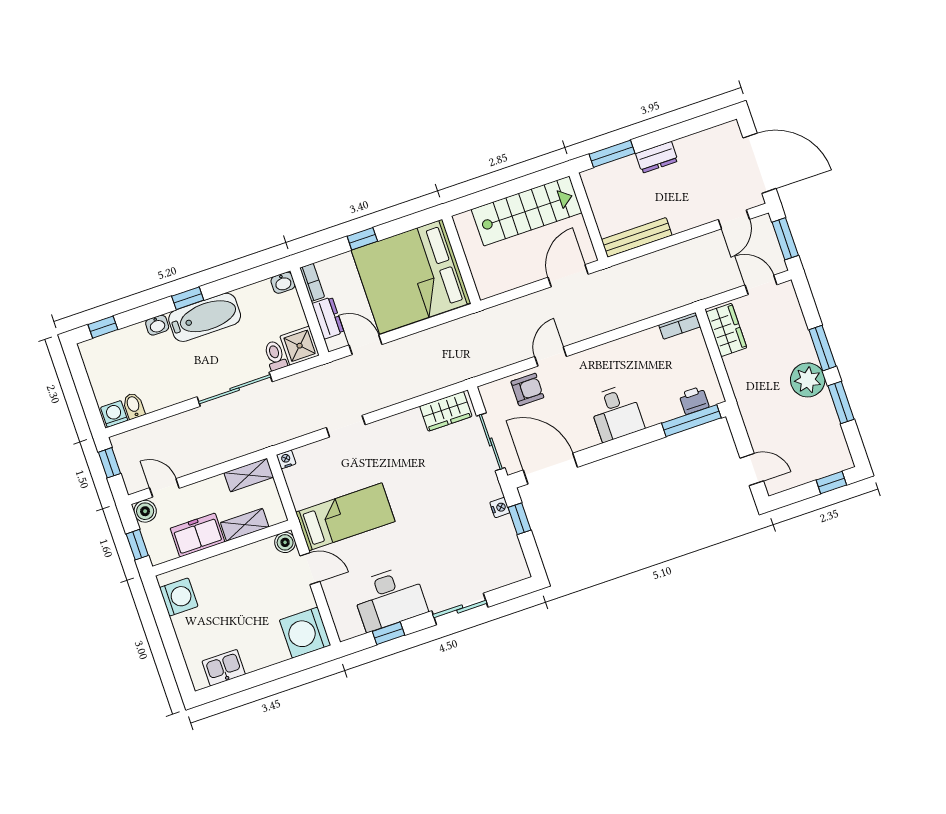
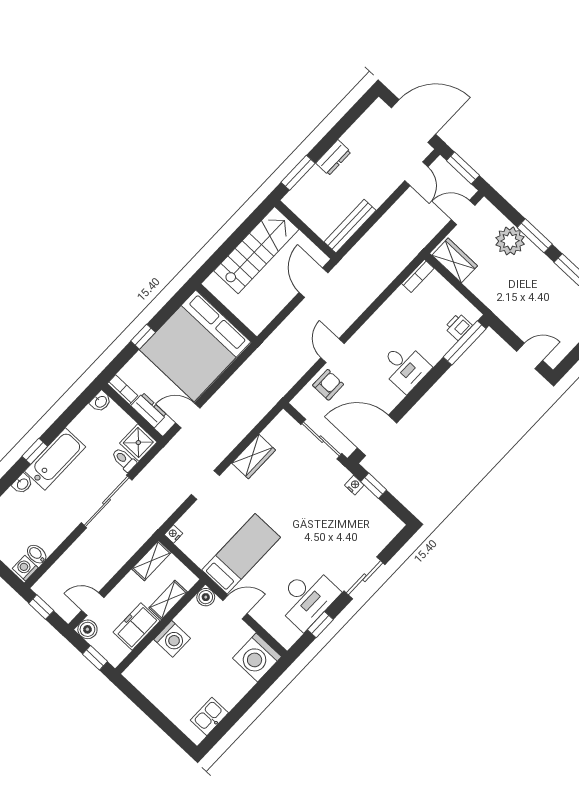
plant: (808, 380) -> (510, 241), moved
wardrobe: (446, 411) -> (254, 457), moved
washing machine: (179, 597) -> (172, 639), moved, turned 90

